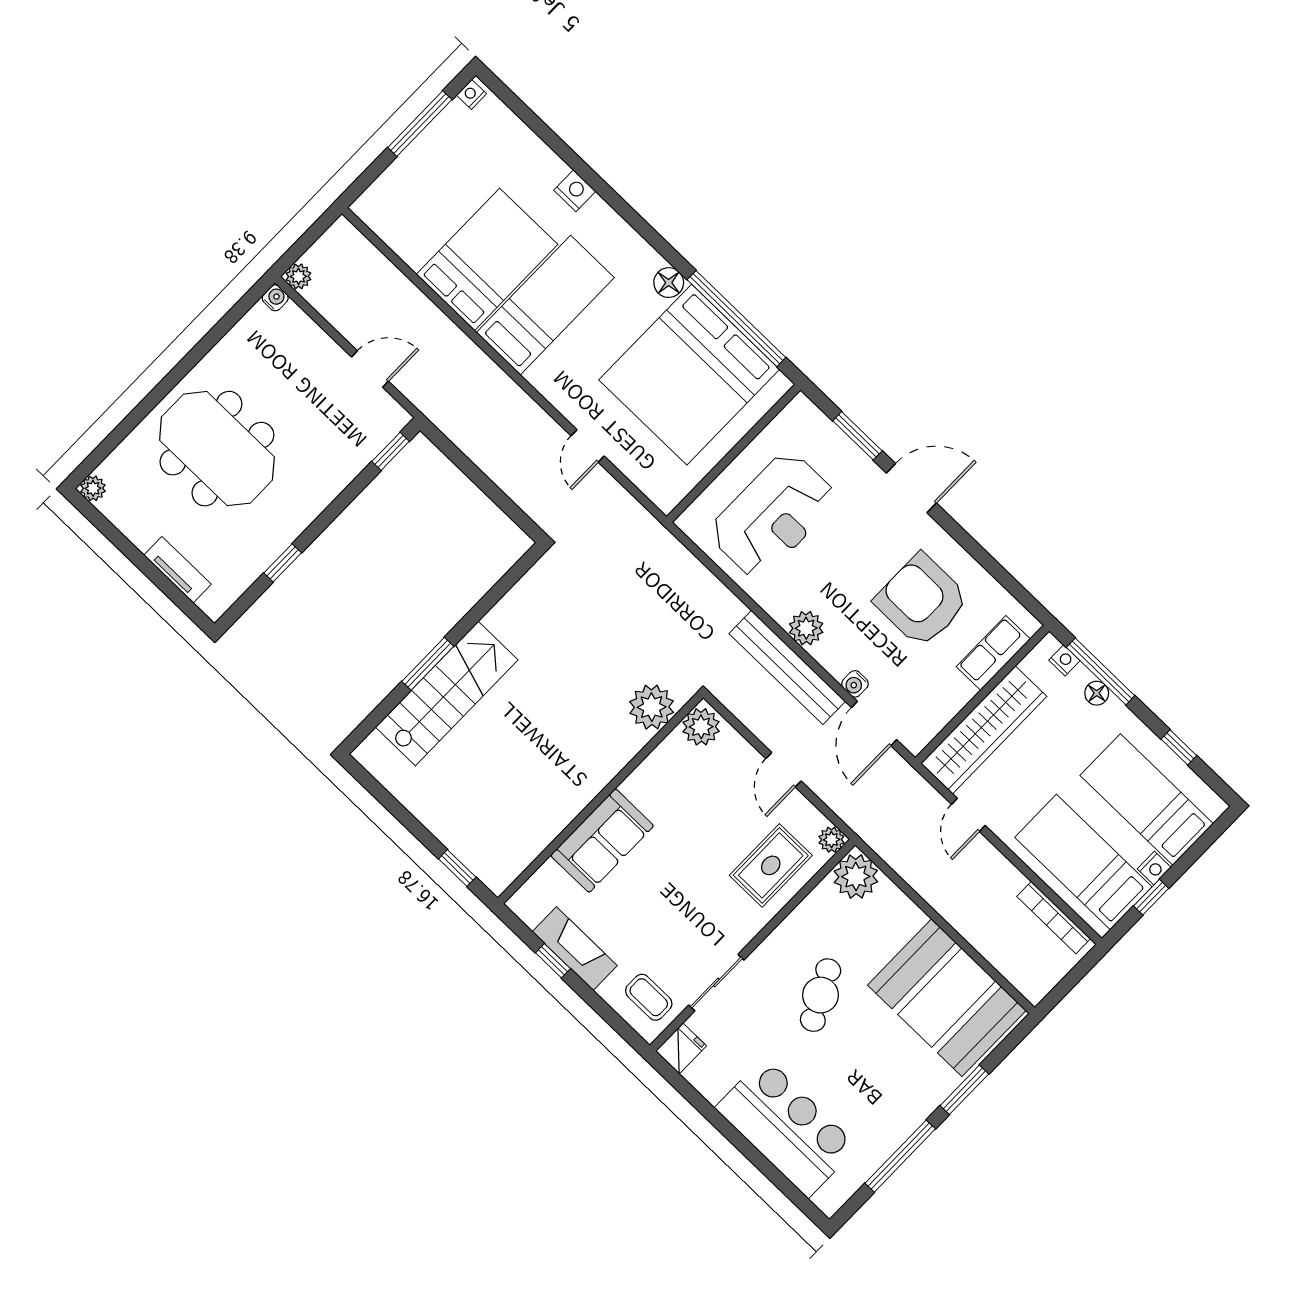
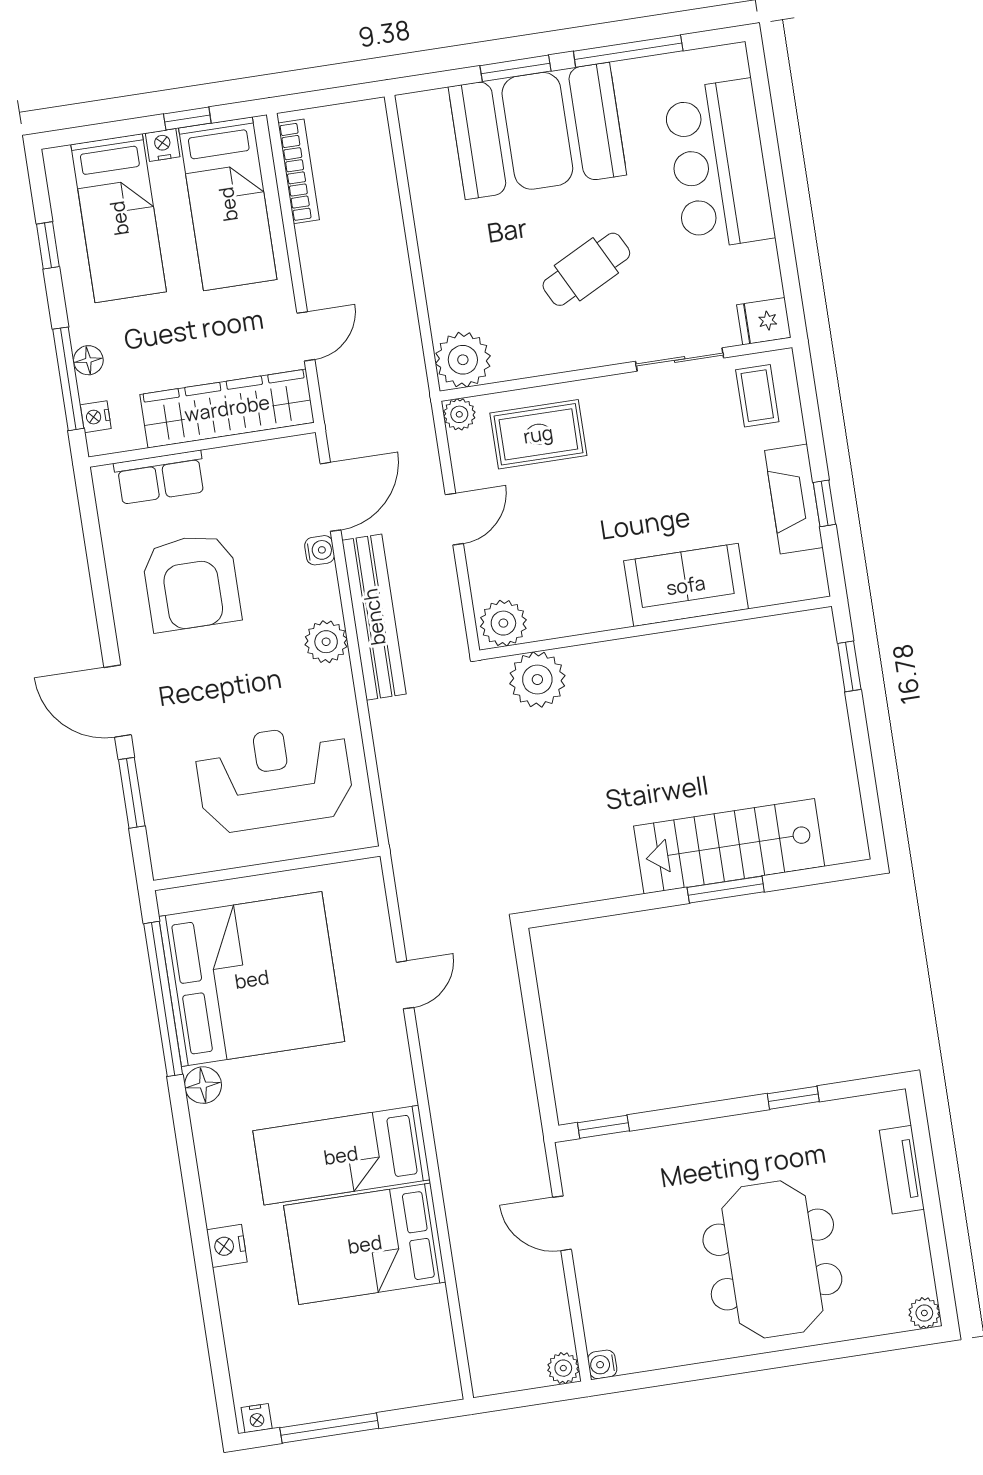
booth: (947, 998) -> (537, 131), moved, turned 90

